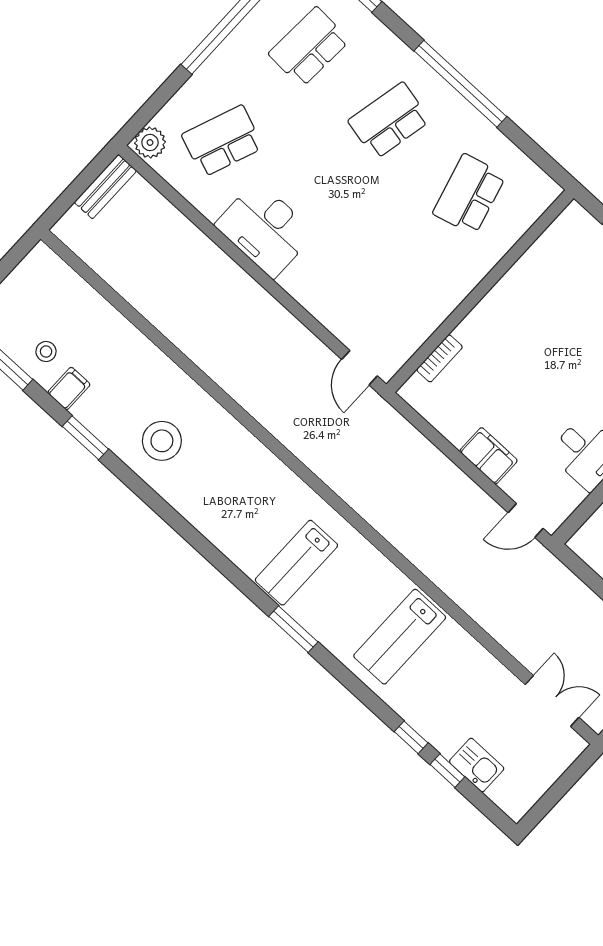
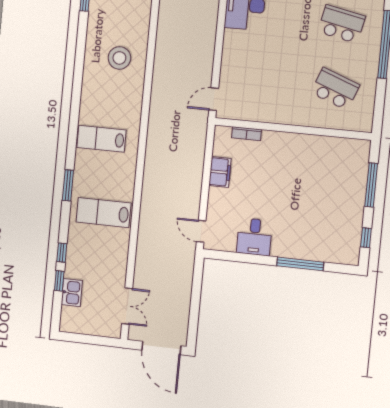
school desk: (469, 194) -> (335, 89), turned 36
stool: (162, 441) -> (119, 58), moved
filing cabinet: (488, 456) -> (220, 172), moved
window: (293, 629) -> (68, 185), moved

